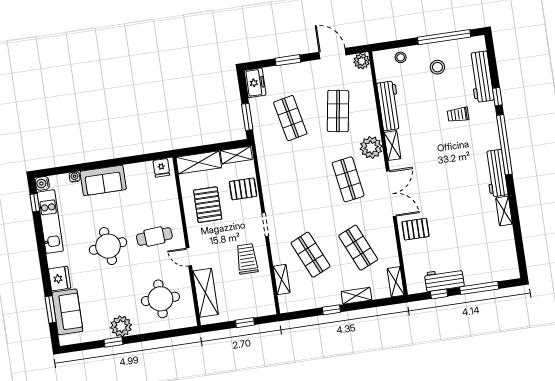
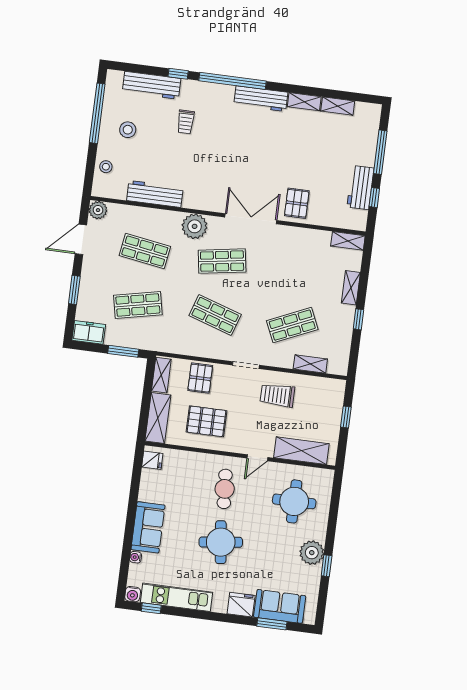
shelving: (392, 146) -> (338, 106), moved
shop shelf: (358, 248) -> (215, 315), moved, turned 42

